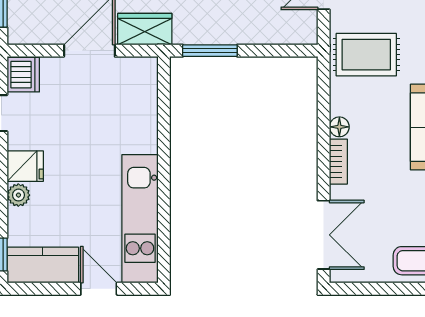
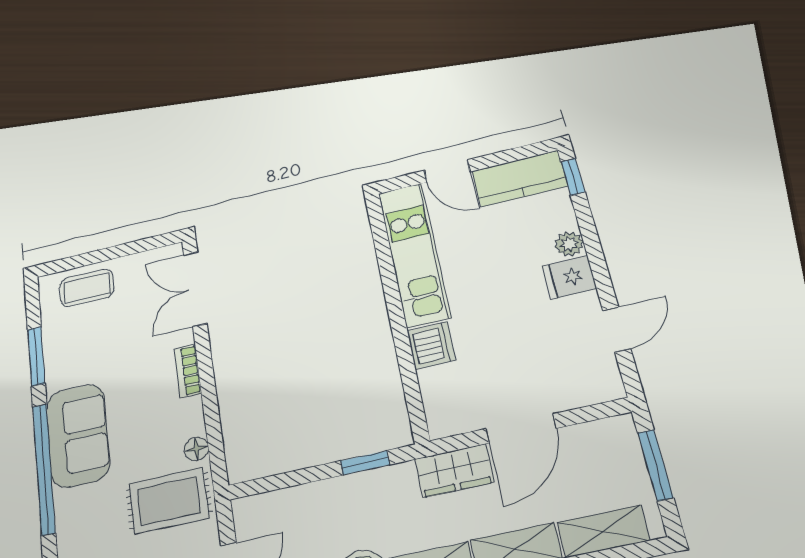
window: (210, 51) -> (365, 463), width x0.67
dishwasher: (23, 75) -> (431, 345), moved, turned 180
floor lamp: (339, 127) -> (196, 449), moved

